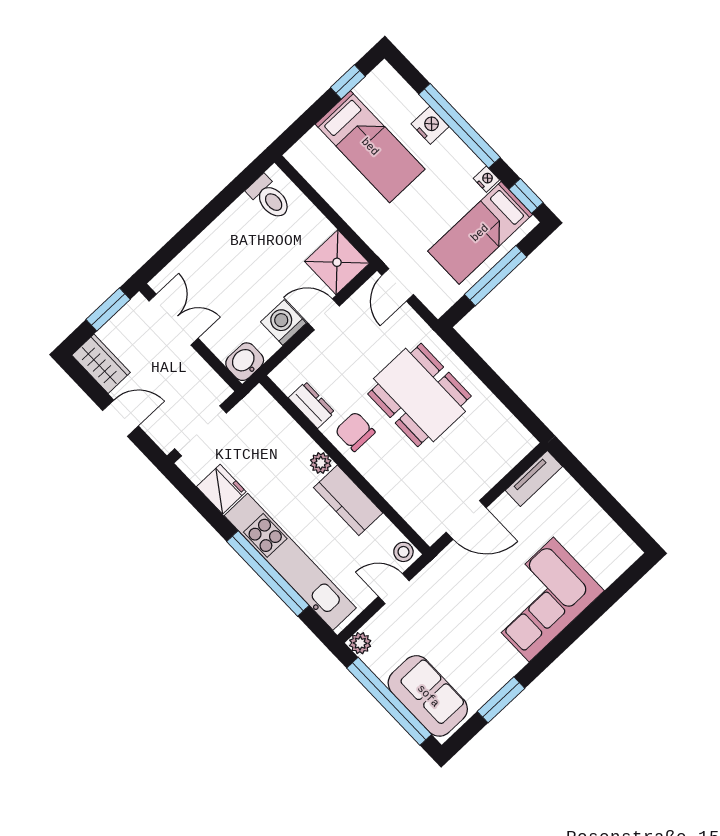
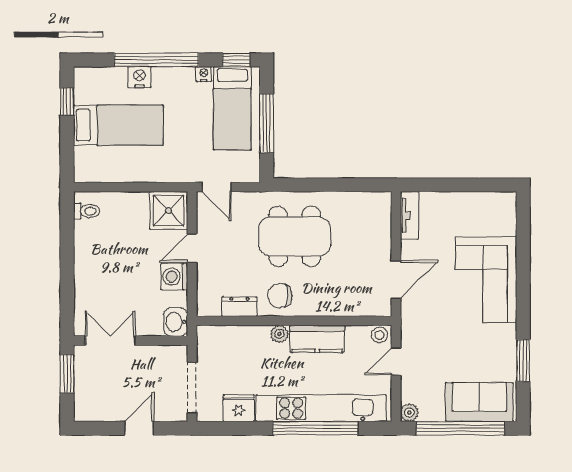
toilet: (269, 198) -> (87, 211), width x0.73, depth x0.72
wardrobe: (101, 364) -> (95, 409), removed

